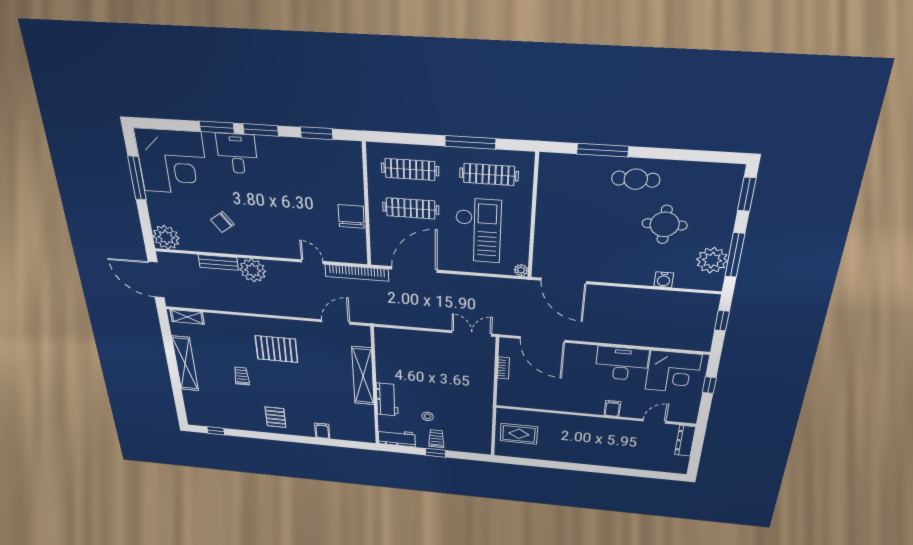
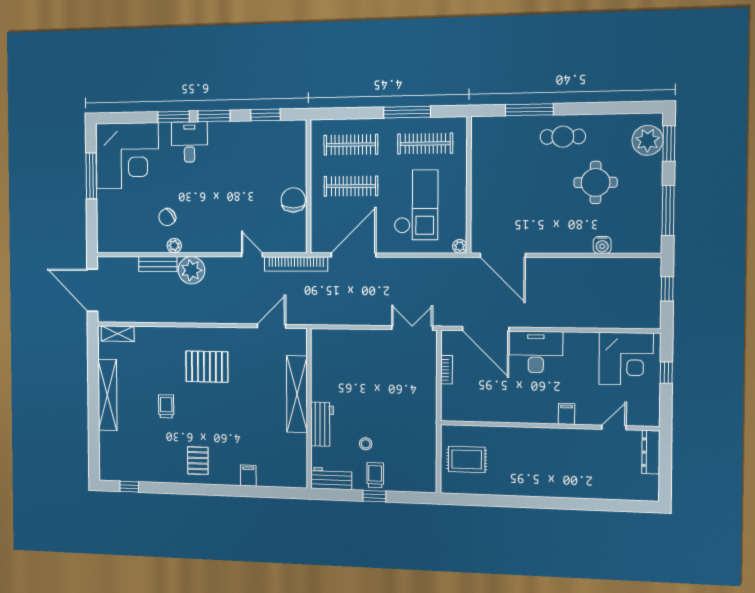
plant: (166, 237) -> (174, 246), moved, width x0.53, depth x0.53
plant: (712, 260) -> (648, 140), moved
desk: (622, 364) -> (536, 352), moved

